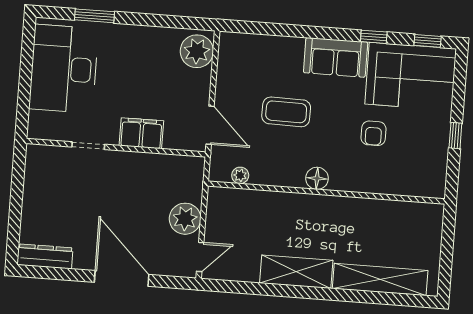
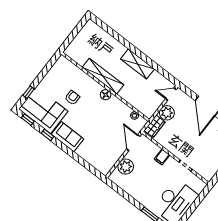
plant: (197, 51) -> (126, 167), moved
coffee table: (286, 112) -> (101, 128), removed
filing cabinet: (141, 133) -> (162, 157), width x0.50
window: (455, 136) -> (29, 92), moved
wardrobe: (191, 180) -> (155, 126), added
shelving: (380, 279) -> (103, 76), moved

